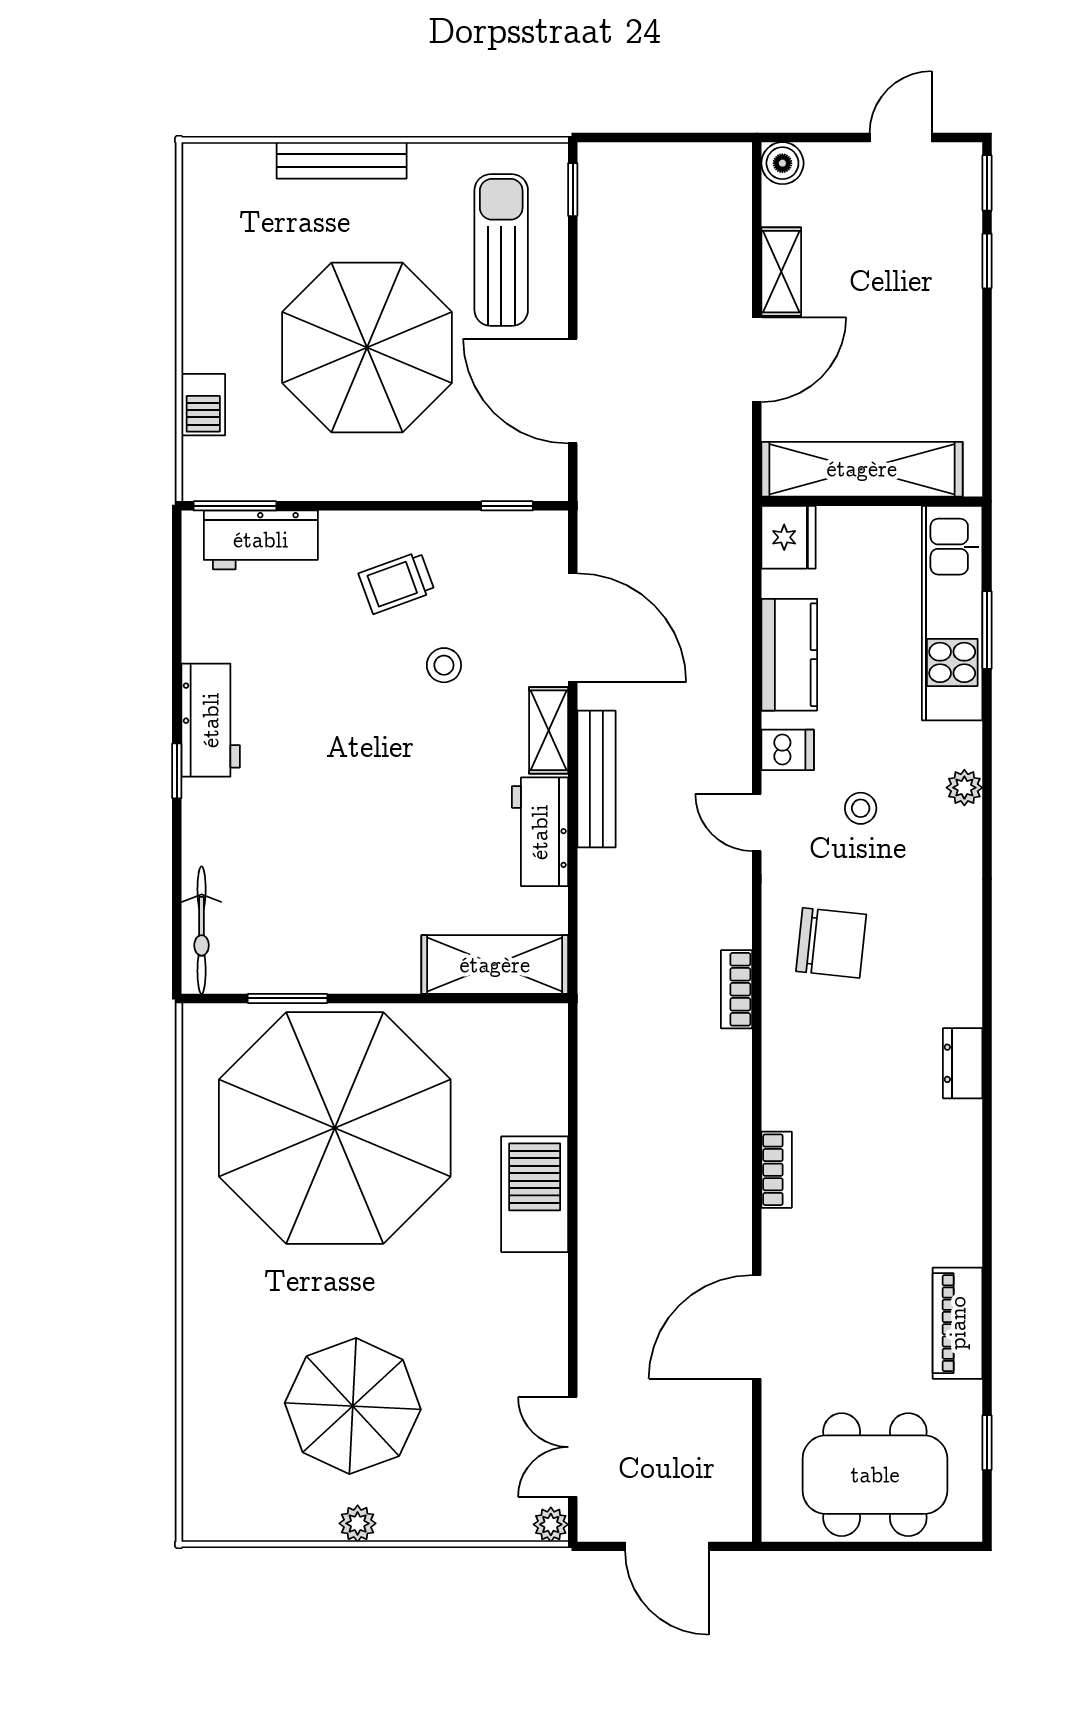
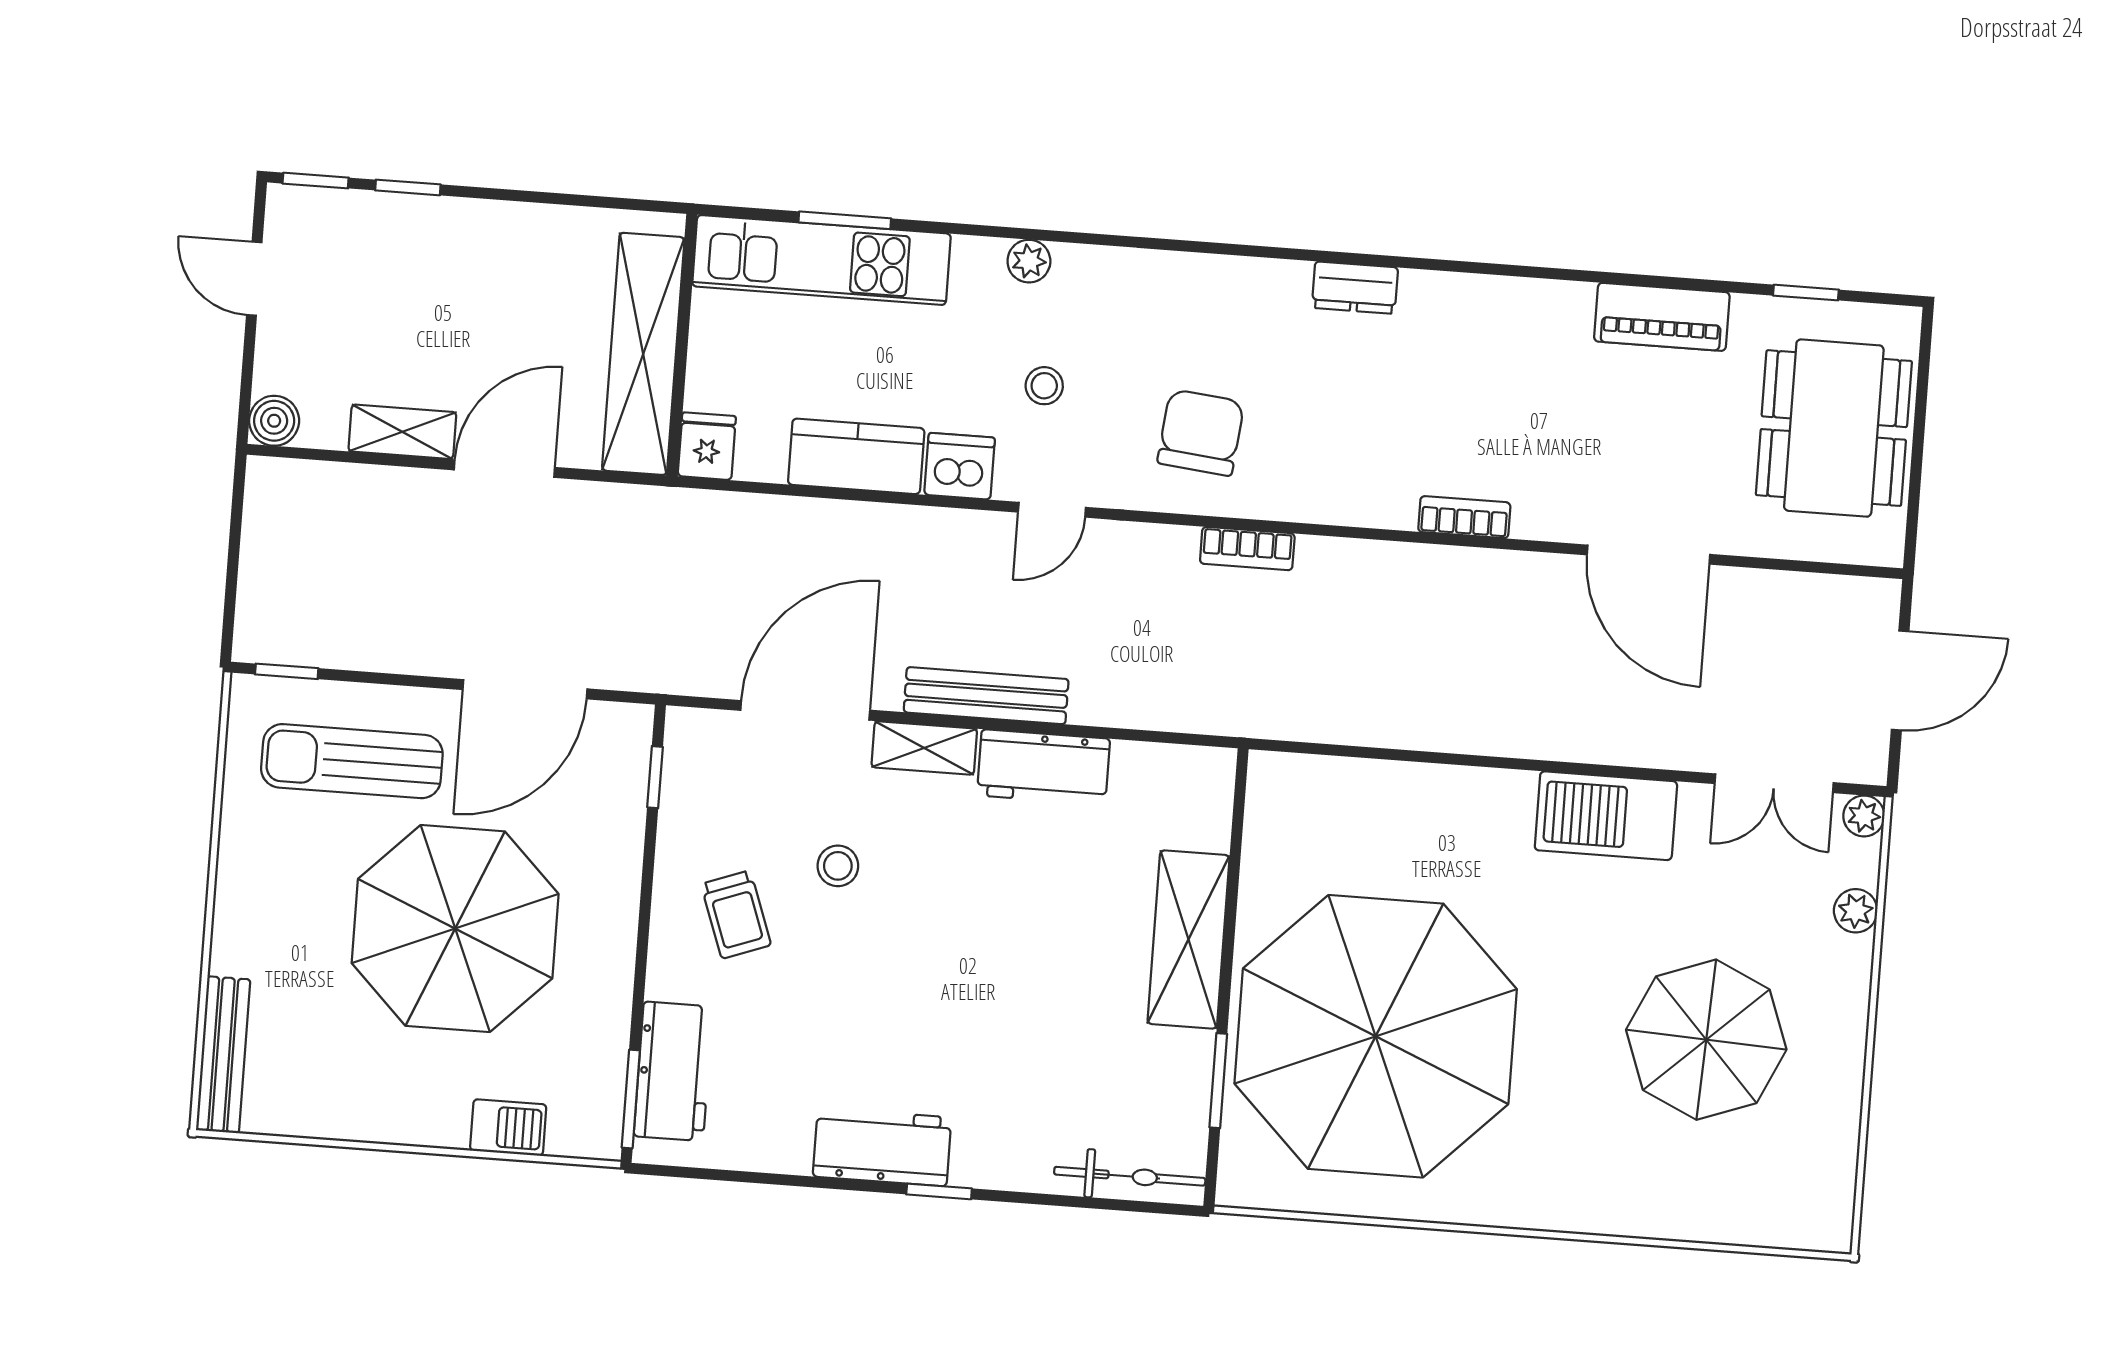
bench: (342, 160) -> (223, 1055), moved
door: (757, 360) -> (504, 469), hinge flipped
fridge: (788, 537) -> (707, 446), width x0.72
dishwasher: (788, 750) -> (960, 466), width x1.38
shelving: (495, 965) -> (1188, 940), moved
barbecue: (535, 1194) -> (1606, 816), moved
plant: (358, 1523) -> (1856, 911), moved

